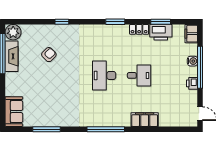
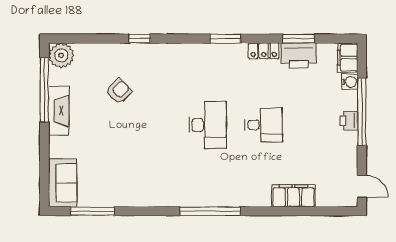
fireplace: (12, 56) -> (59, 111), moved
water cooler: (192, 61) -> (350, 82), moved
desk: (104, 75) -> (208, 125), turned 180
printer: (192, 83) -> (349, 121), moved
filing cabinet: (145, 120) -> (293, 196), moved
window: (47, 129) -> (93, 211), moved

